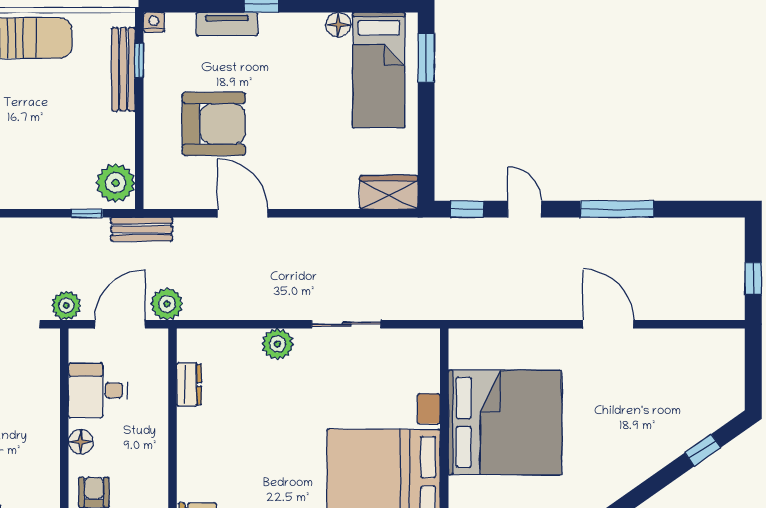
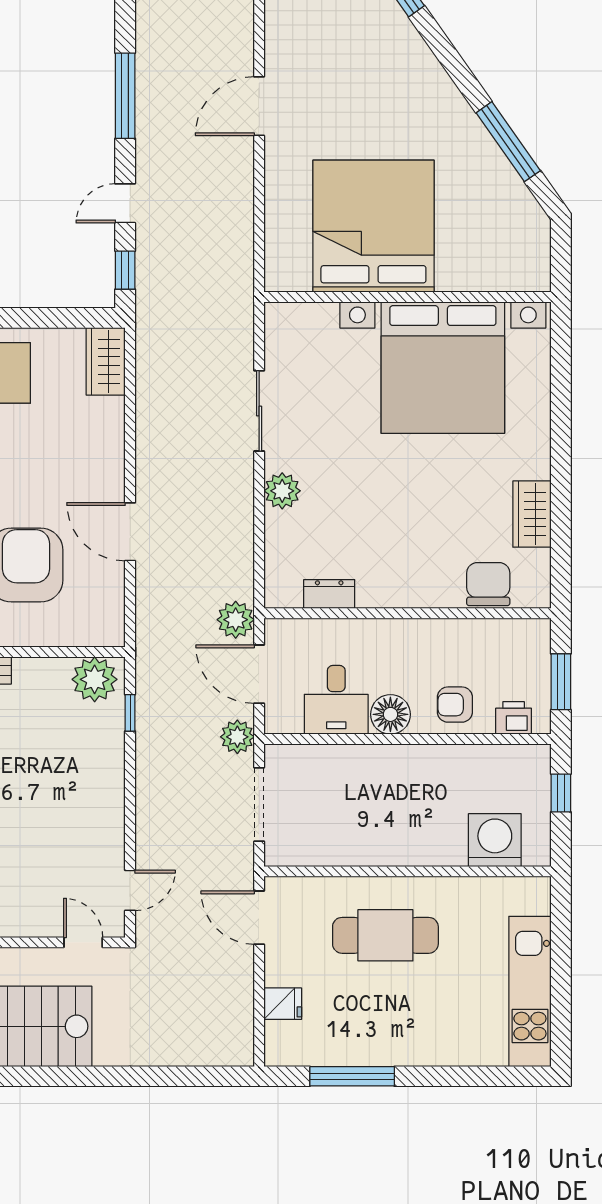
door: (242, 213) -> (130, 532), hinge flipped
bench: (142, 229) -> (149, 649), removed
floor lamp: (81, 442) -> (390, 714), width x1.38, depth x1.38

